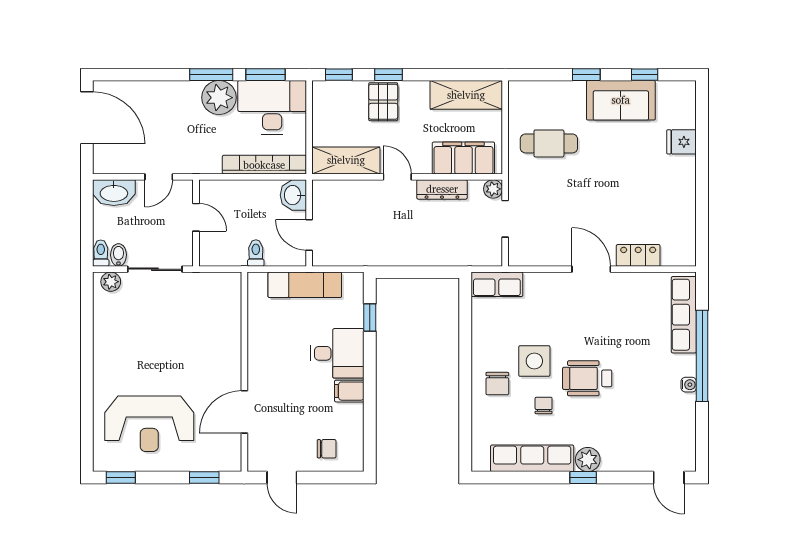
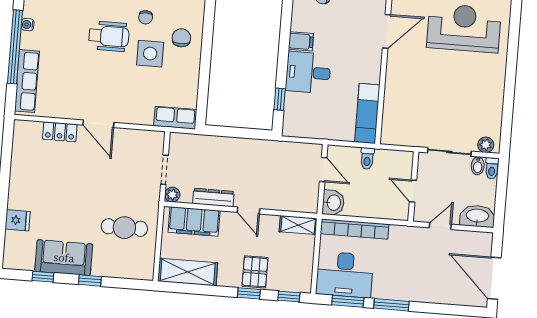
plant: (219, 98) -> (387, 286), removed
shelving: (346, 160) -> (298, 225), width x0.67, depth x0.75
exam couch: (305, 285) -> (367, 113), moved, turned -90

